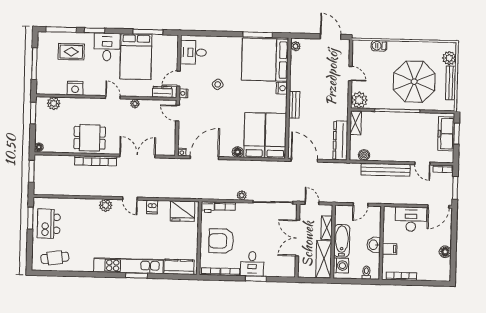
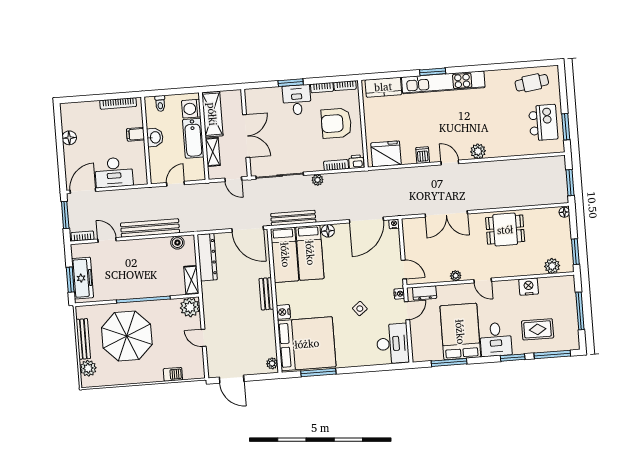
desk: (193, 52) -> (393, 344), width x1.37
bookcase: (96, 161) -> (495, 203), removed
bench: (265, 166) -> (293, 218), added
armchair: (221, 241) -> (336, 123), turned 180

